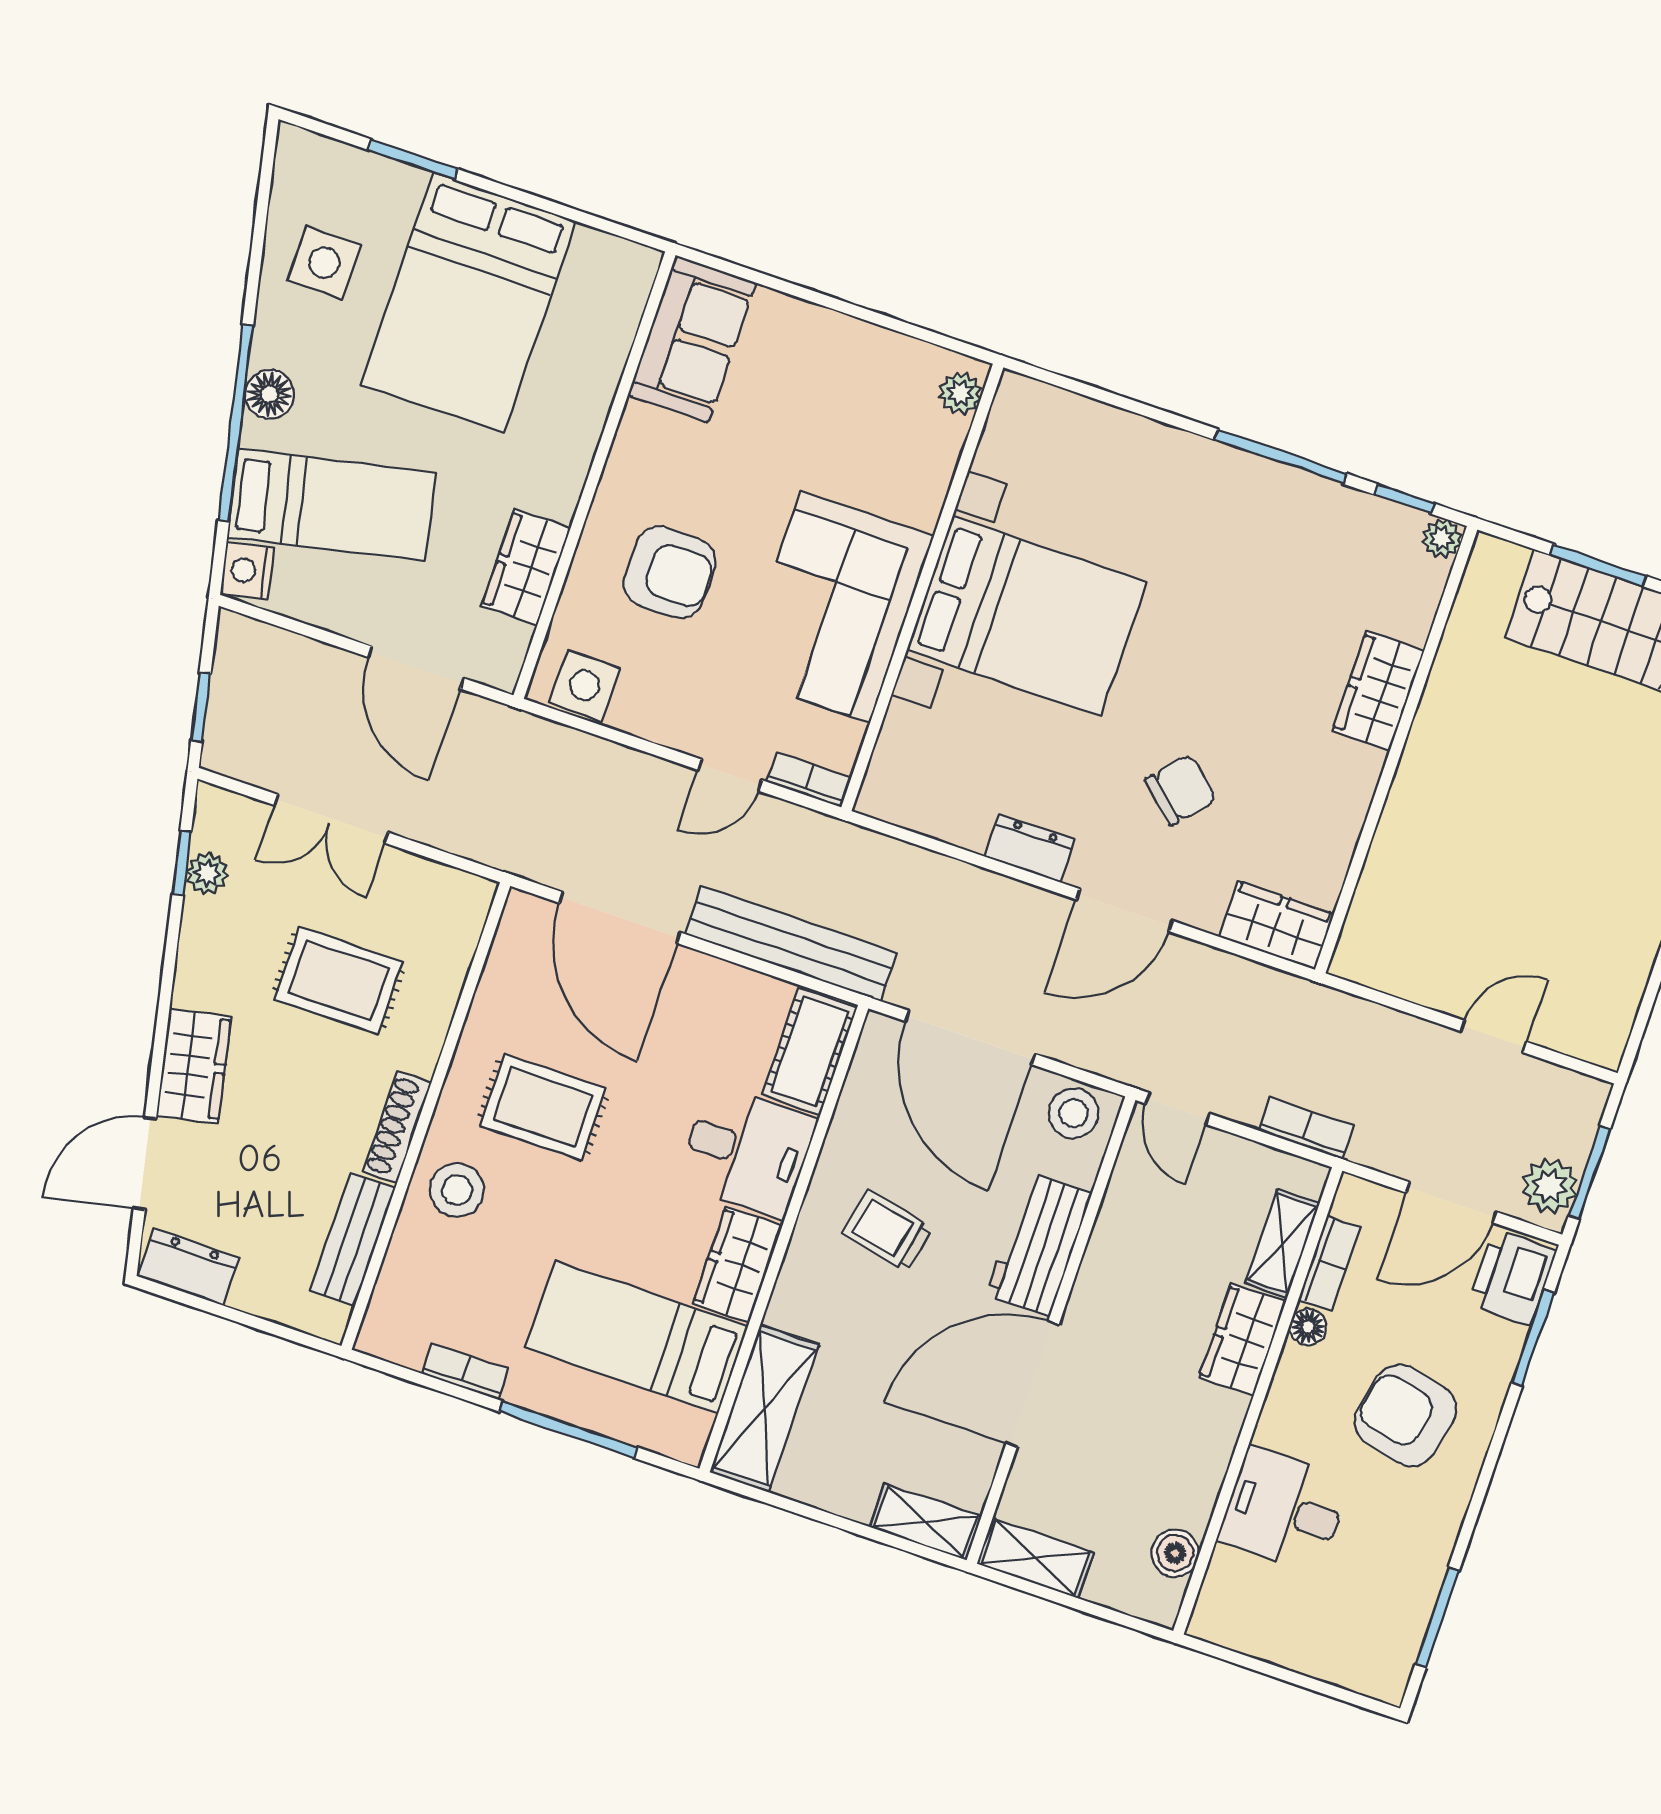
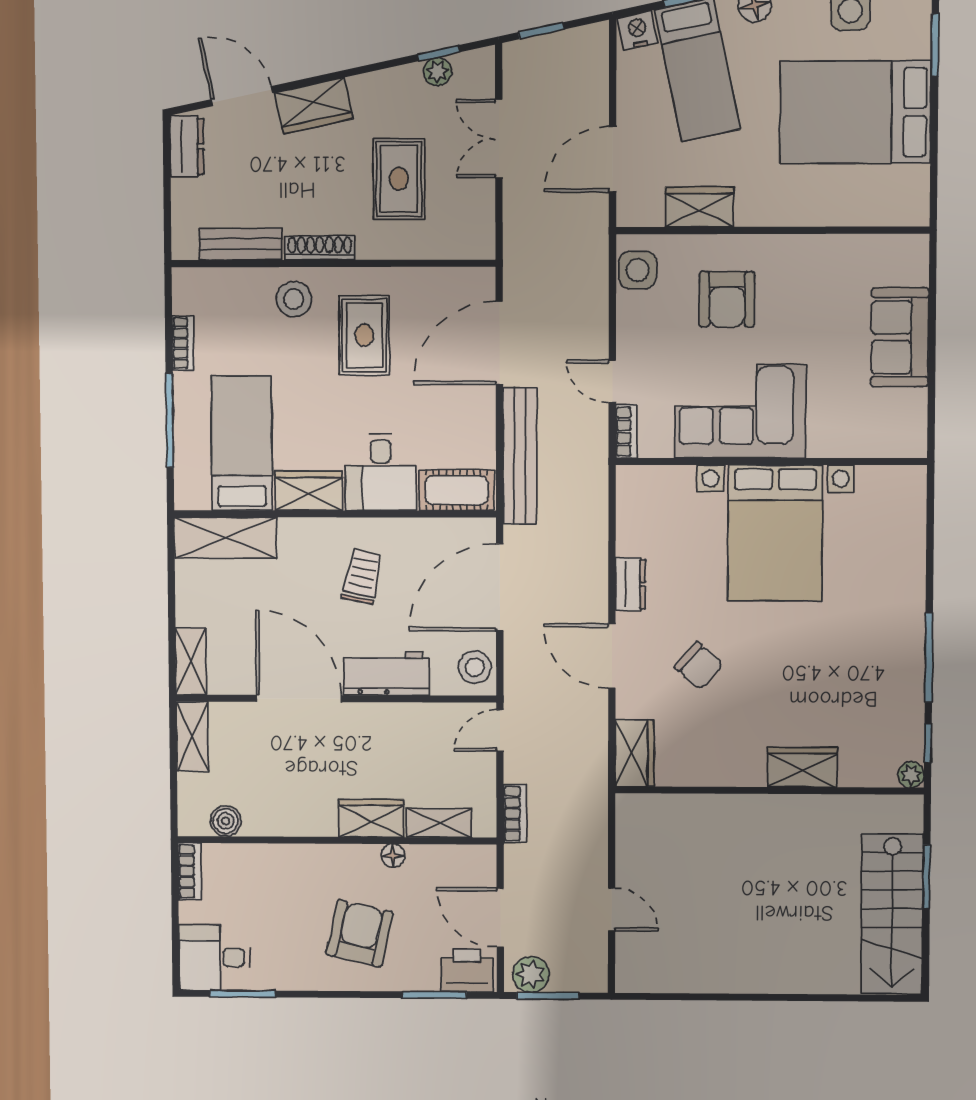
sofa: (692, 339) -> (900, 337), moved, turned 90
plant: (960, 393) -> (902, 444), removed
bookcase: (1329, 1264) -> (189, 871), moved, turned -90
desk: (1284, 1510) -> (215, 958), moved, turned -90

